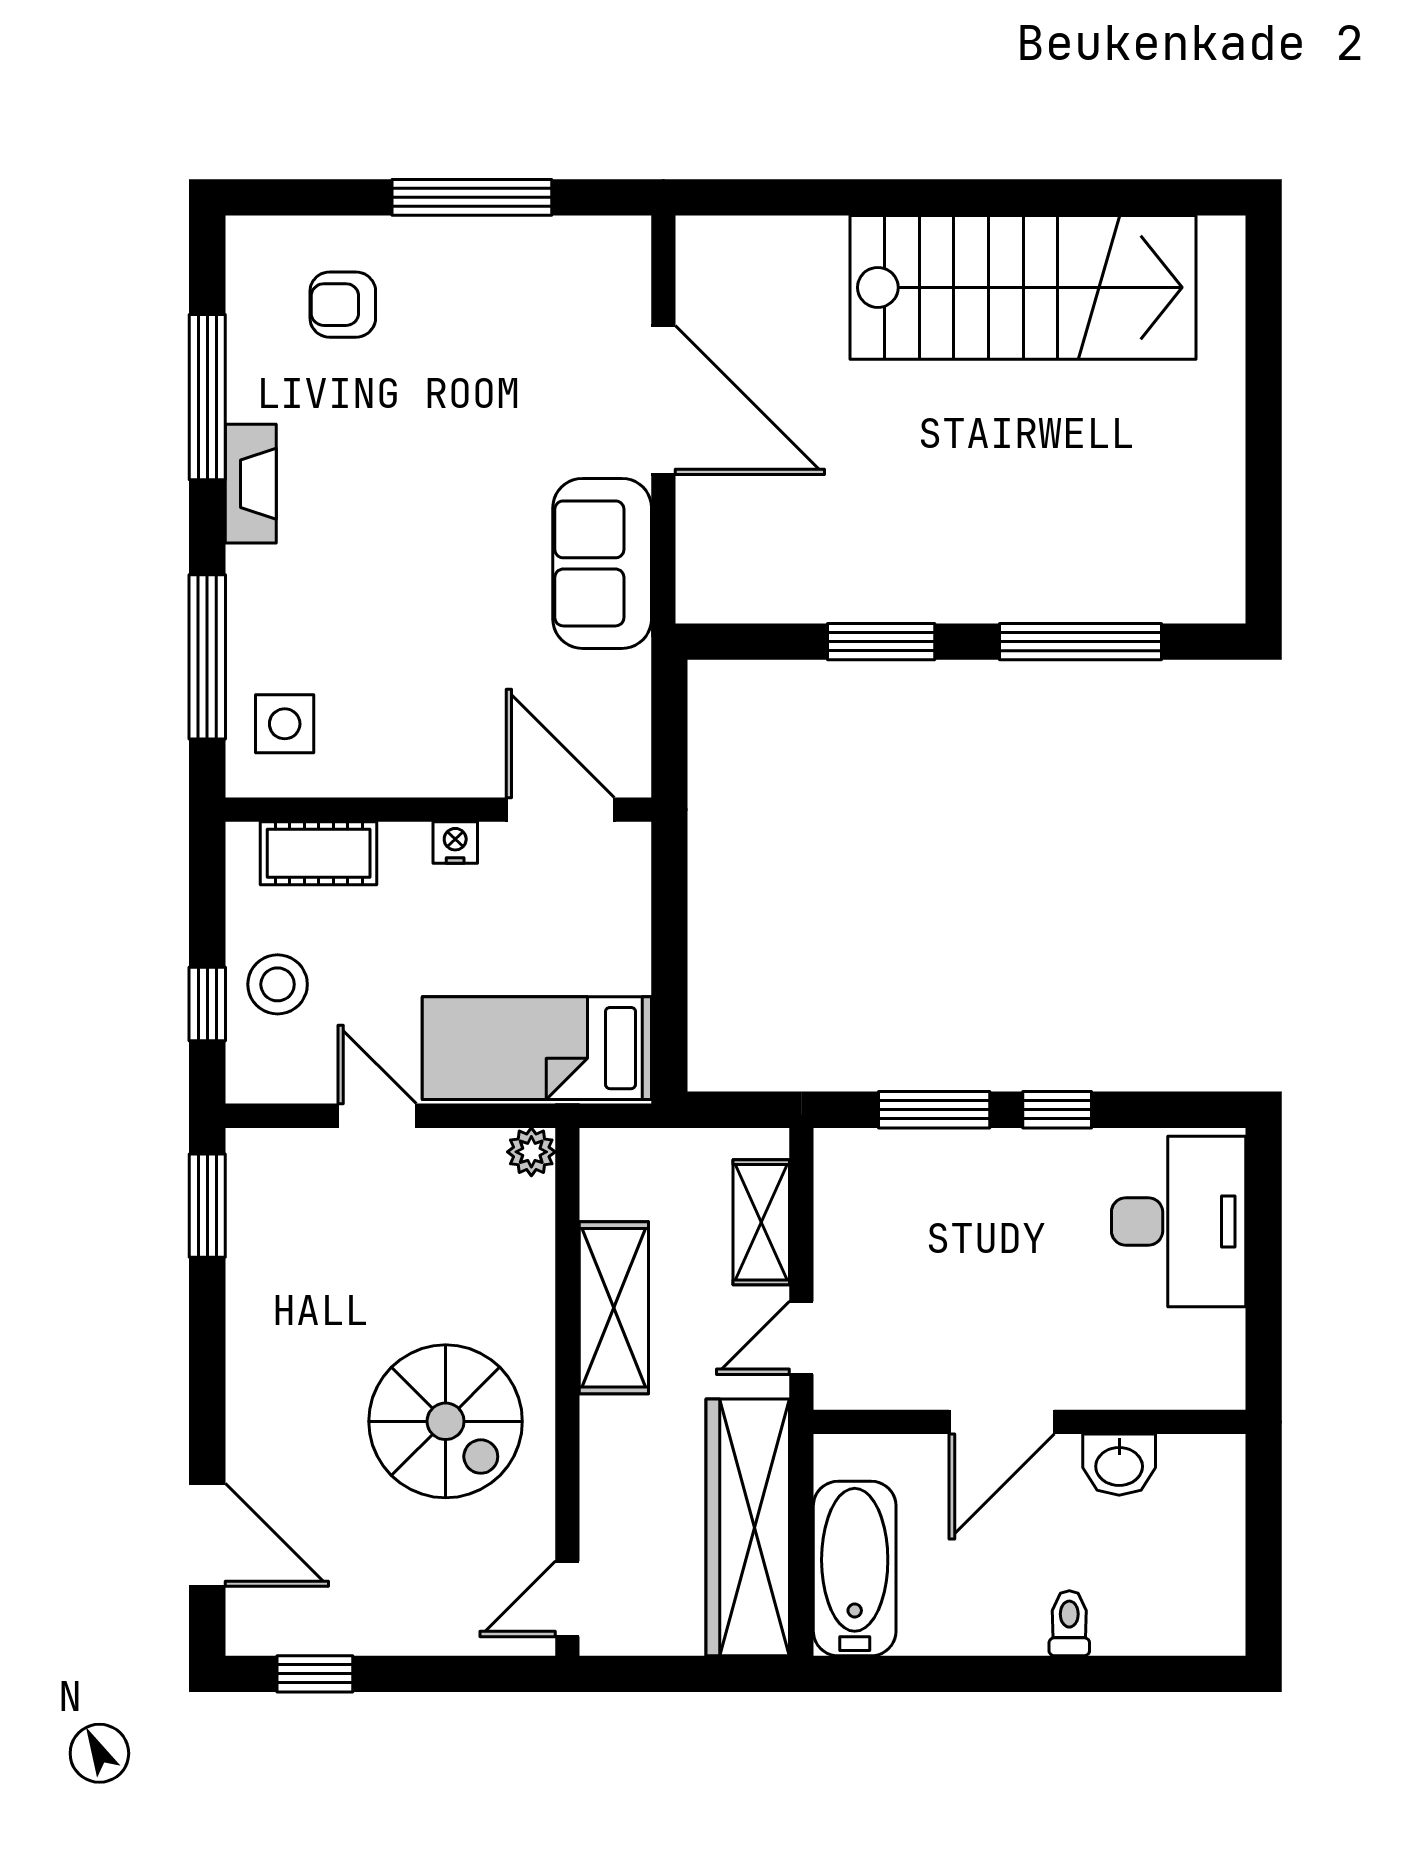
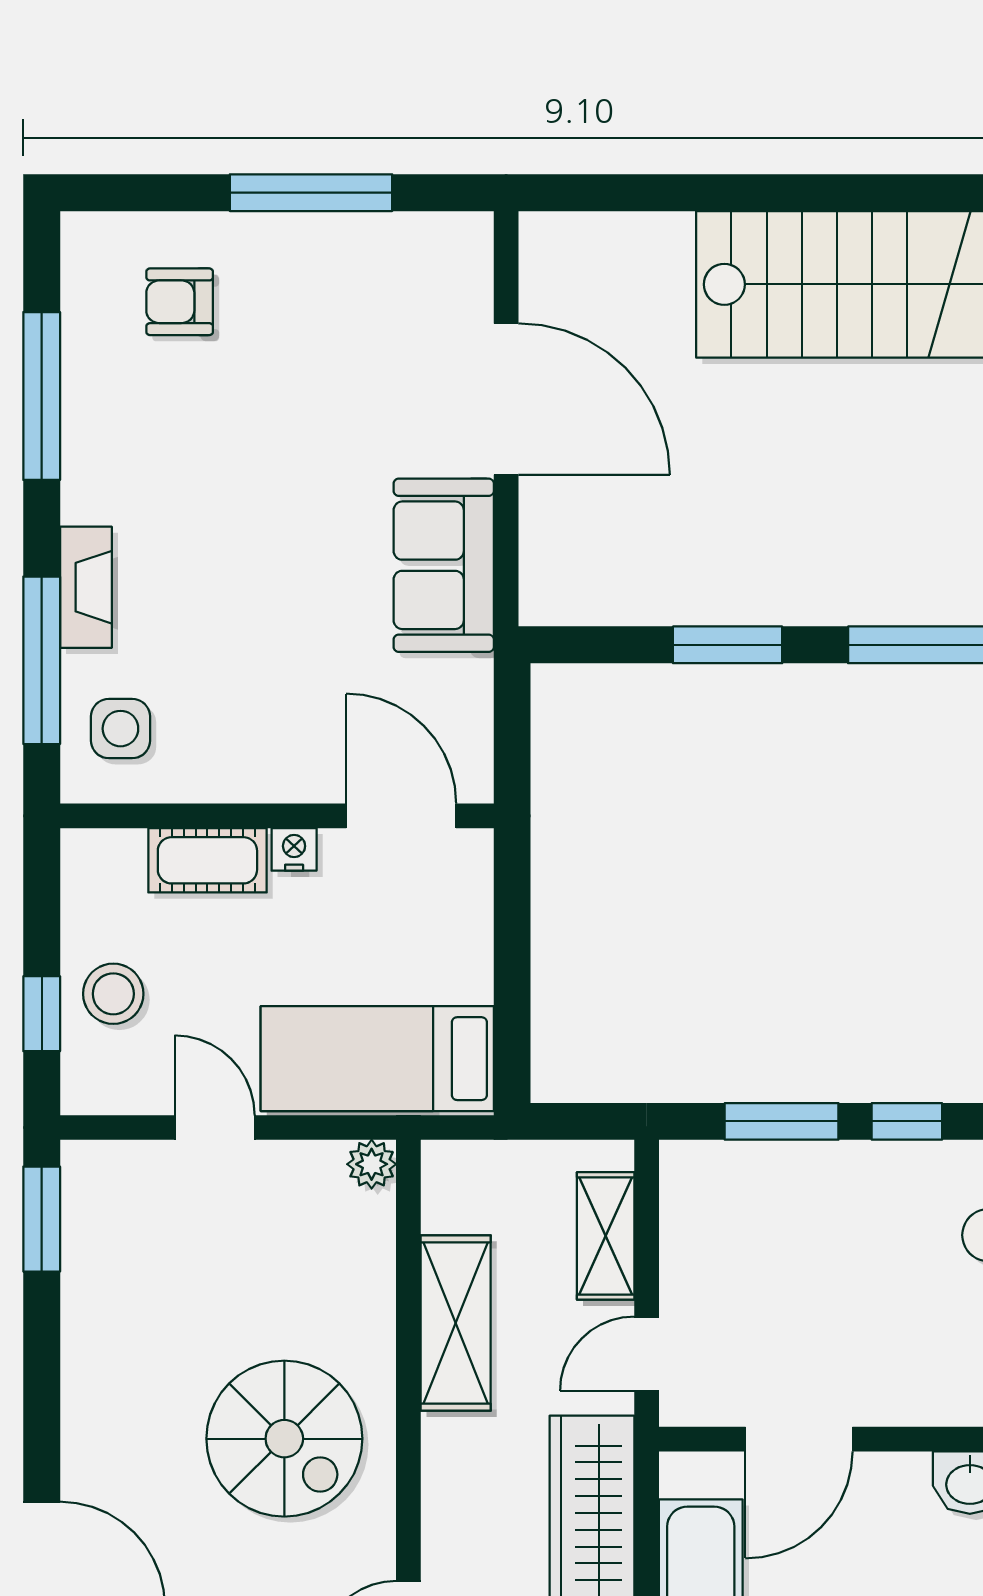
fireplace: (251, 484) -> (86, 587), moved
cot: (319, 853) -> (207, 860), moved
door: (1002, 1422) -> (799, 1439), moved

